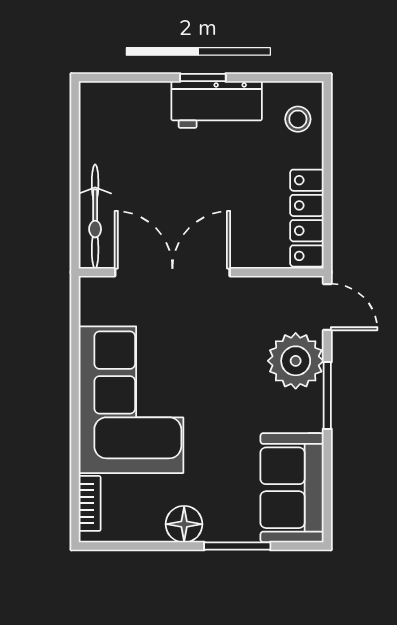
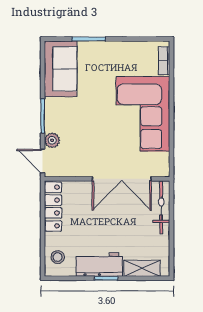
shelving: (133, 97) -> (142, 268), added
plant: (296, 361) -> (52, 140), width x0.53, depth x0.53
floor lamp: (184, 524) -> (116, 50), removed

